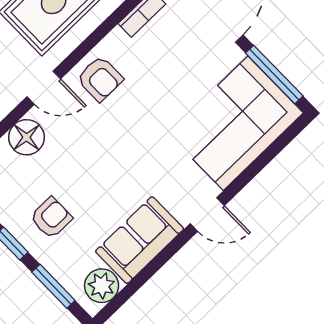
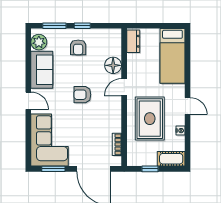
window: (274, 75) -> (53, 169), width x0.69
armchair: (100, 79) -> (82, 95), moved
door: (207, 215) -> (28, 101), swing flipped

